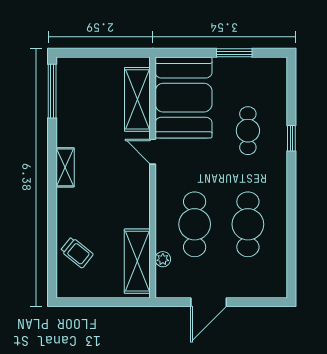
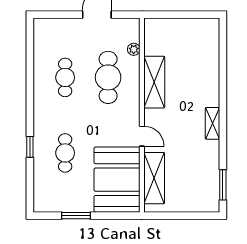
window: (52, 91) -> (223, 185), width x0.69
cafe table: (248, 224) -> (65, 77), width x0.73, depth x0.74
trolley: (77, 253) -> (203, 55), removed
shelving: (137, 261) -> (154, 82), moved

